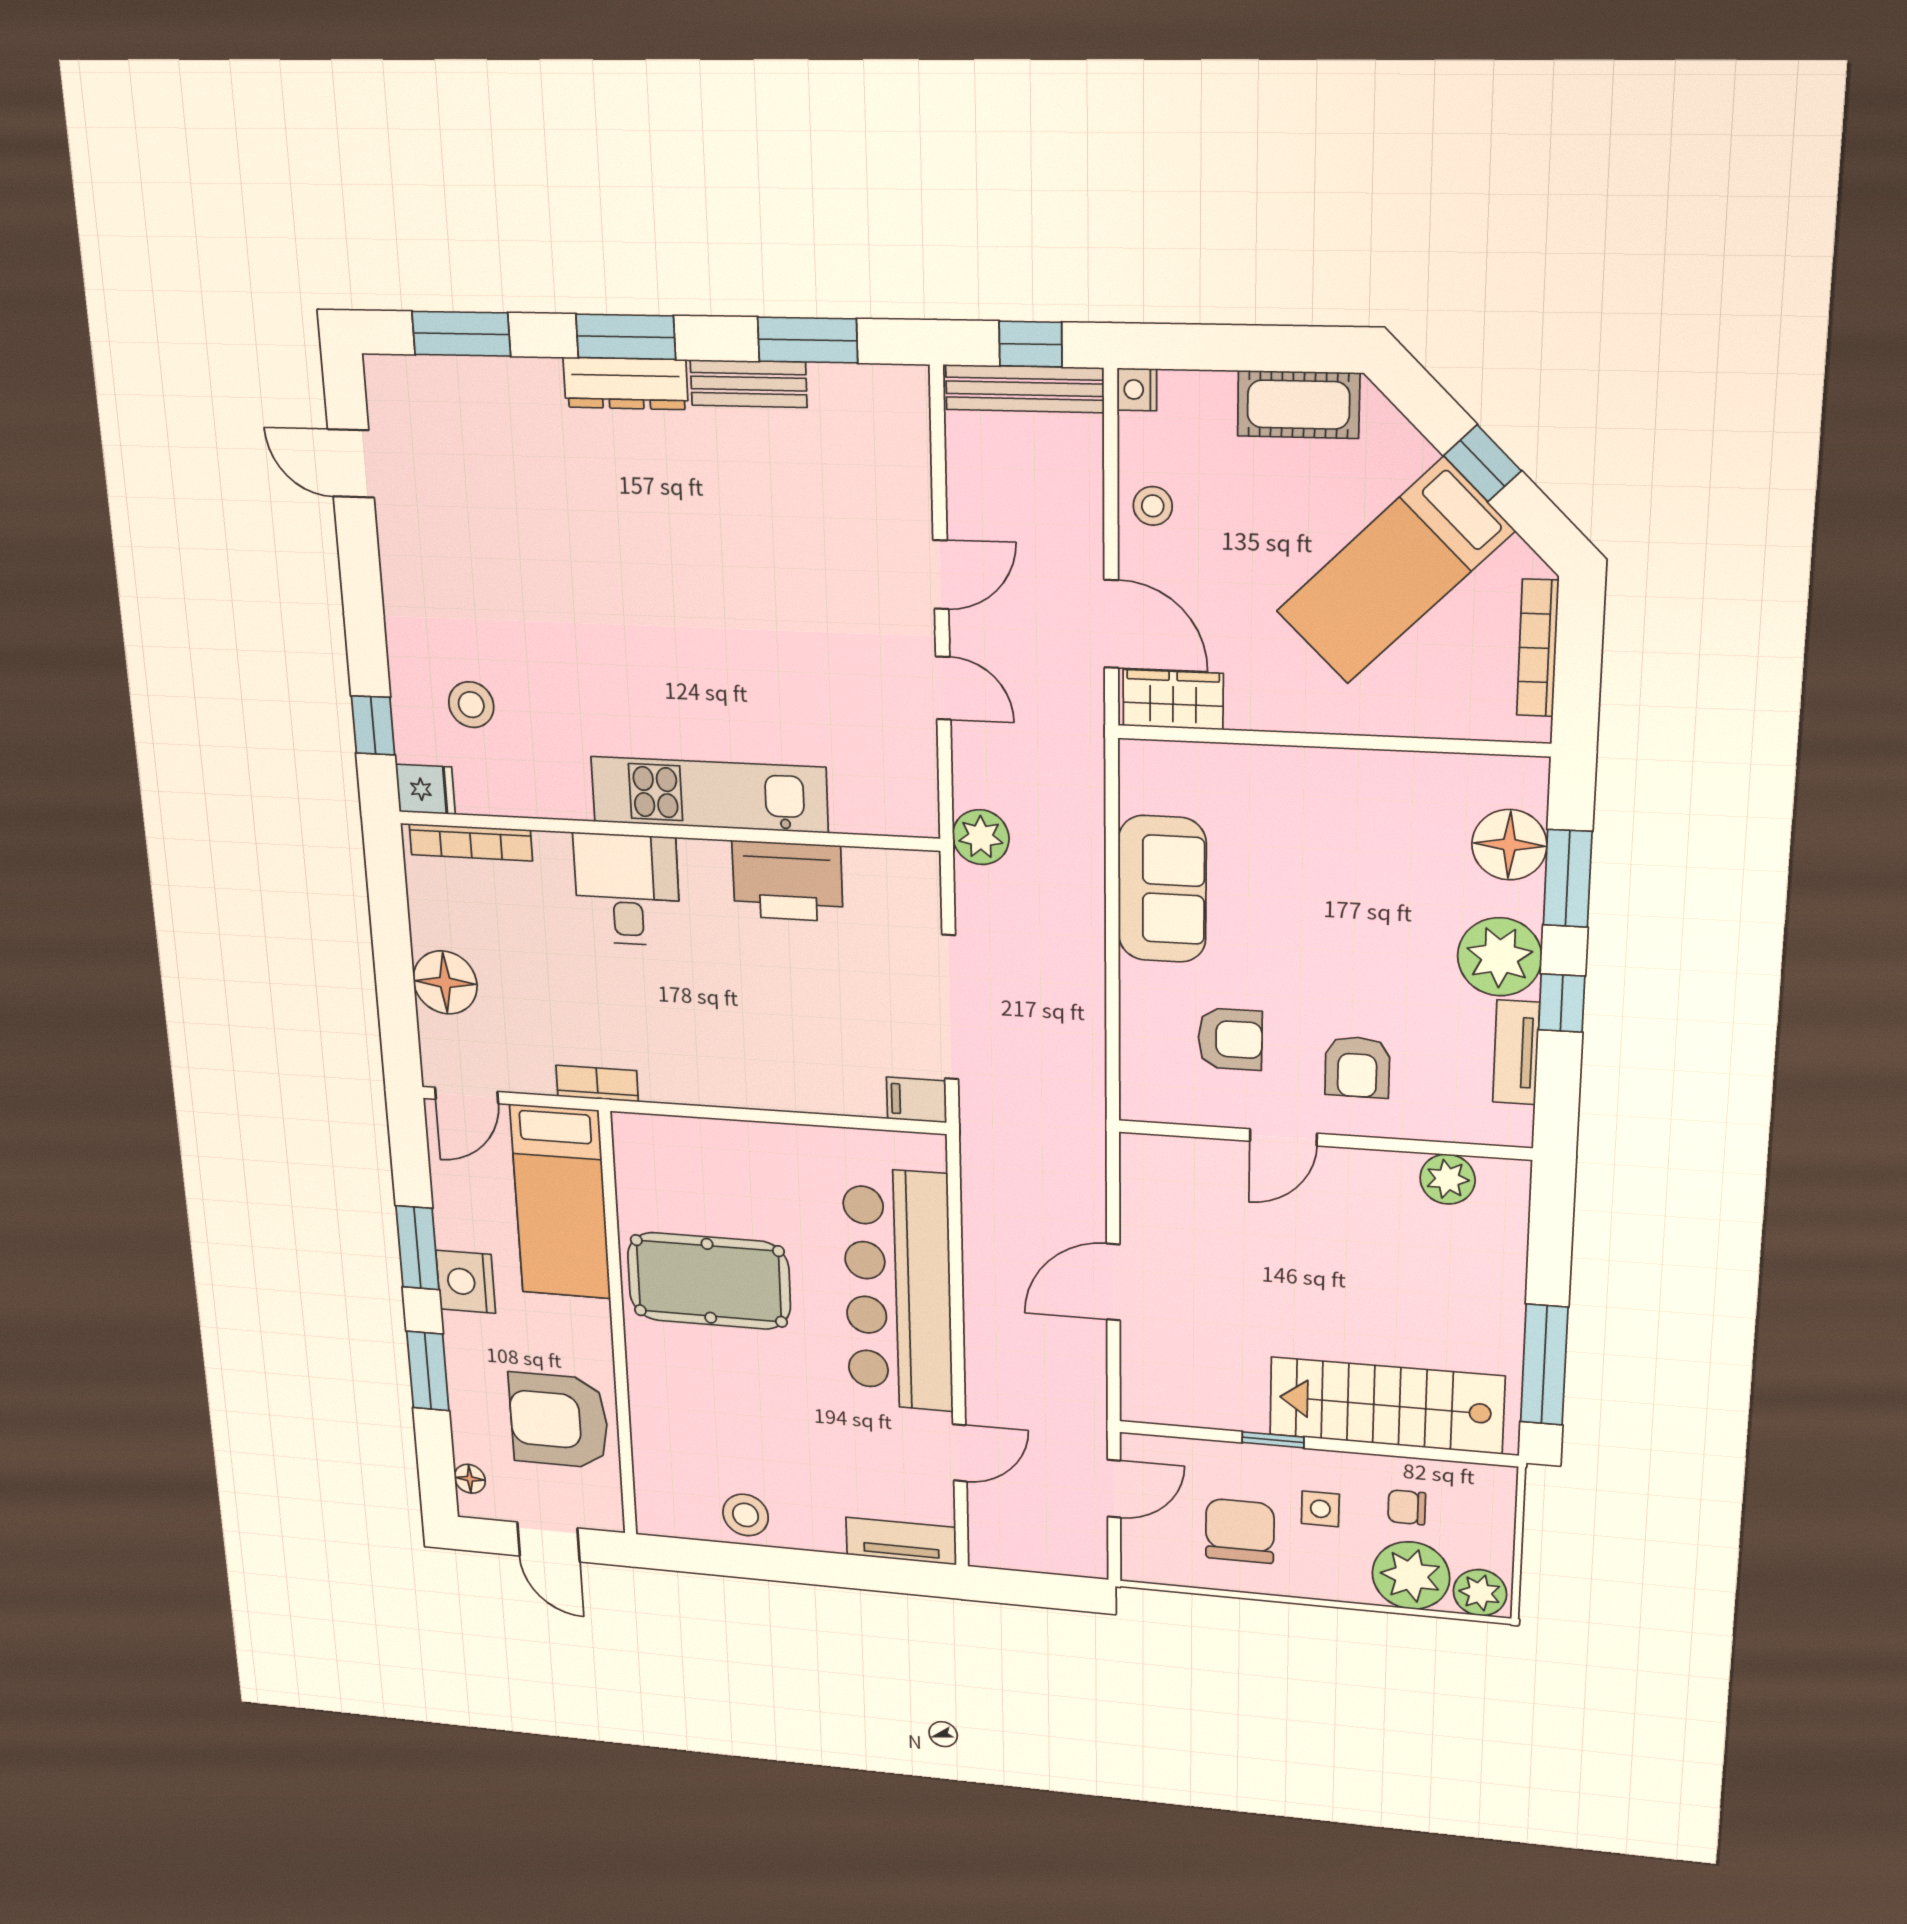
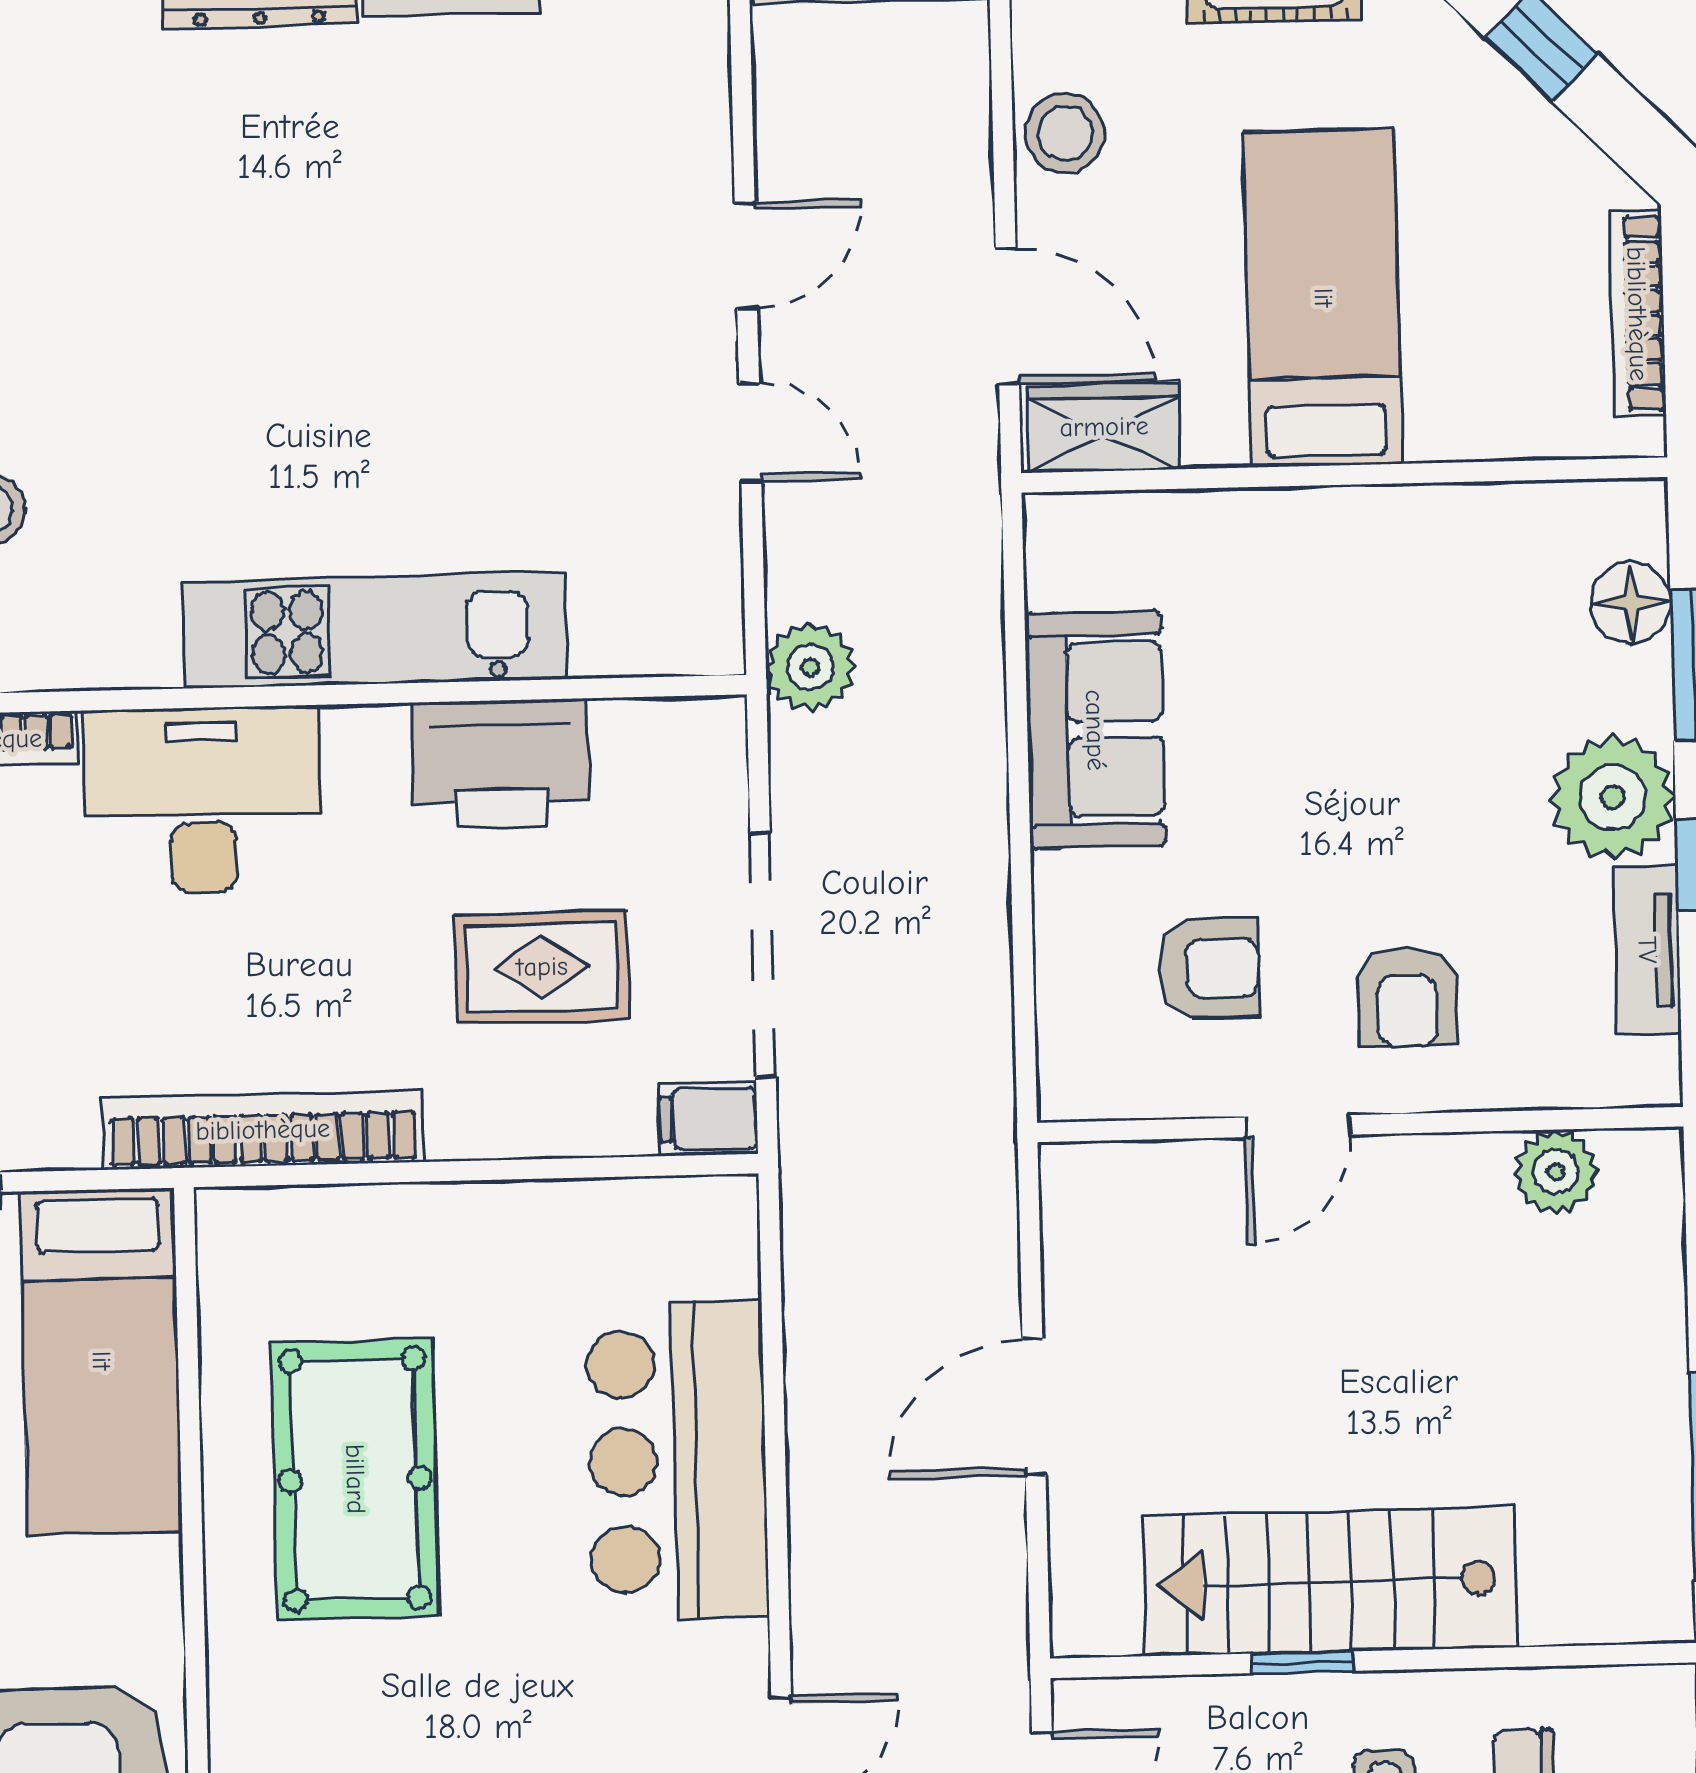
stool: (1153, 506) -> (1065, 133), width x1.37, depth x1.37
bed: (1395, 571) -> (1323, 298), moved, turned 135
floor lamp: (1509, 845) -> (1631, 603), width x0.73, depth x0.73
desk: (627, 890) -> (203, 800), width x1.37
rug: (814, 1003) -> (542, 967), added
bookcase: (597, 1083) -> (263, 1130), width x2.31, depth x1.31
pool table: (709, 1281) -> (355, 1479), turned 90
bar counter: (898, 1290) -> (678, 1461), width x0.73
stairs: (1386, 1405) -> (1330, 1582), moved

